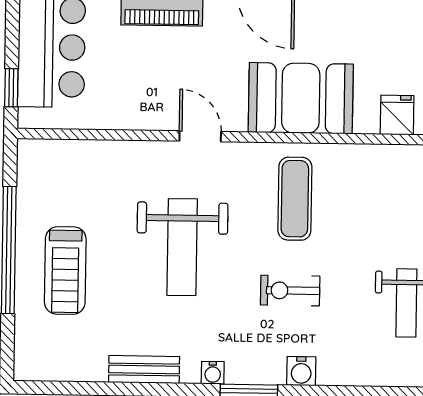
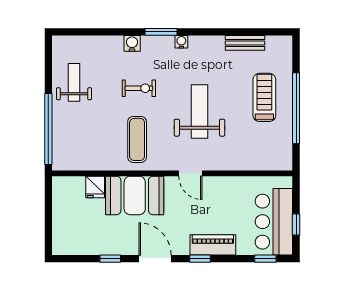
window: (11, 88) -> (296, 225), moved
fridge: (397, 115) -> (95, 187), moved
bench: (144, 369) -> (245, 43), moved

